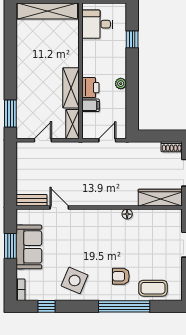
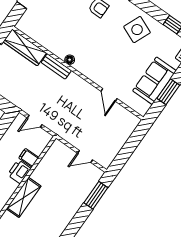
shelving: (71, 88) -> (24, 197), moved
shelving: (72, 124) -> (53, 153), removed
bench: (32, 200) -> (56, 66), moved
floor lamp: (127, 214) -> (70, 60), moved

